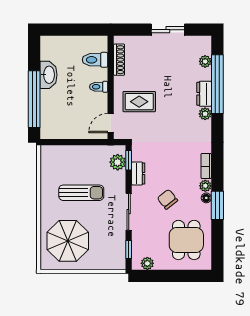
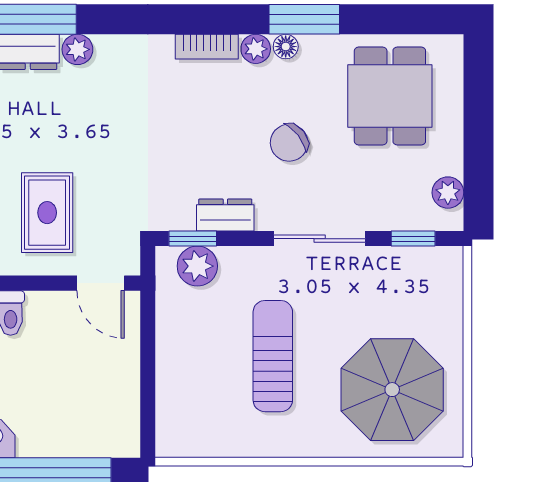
dining table: (186, 240) -> (390, 96), turned 90

